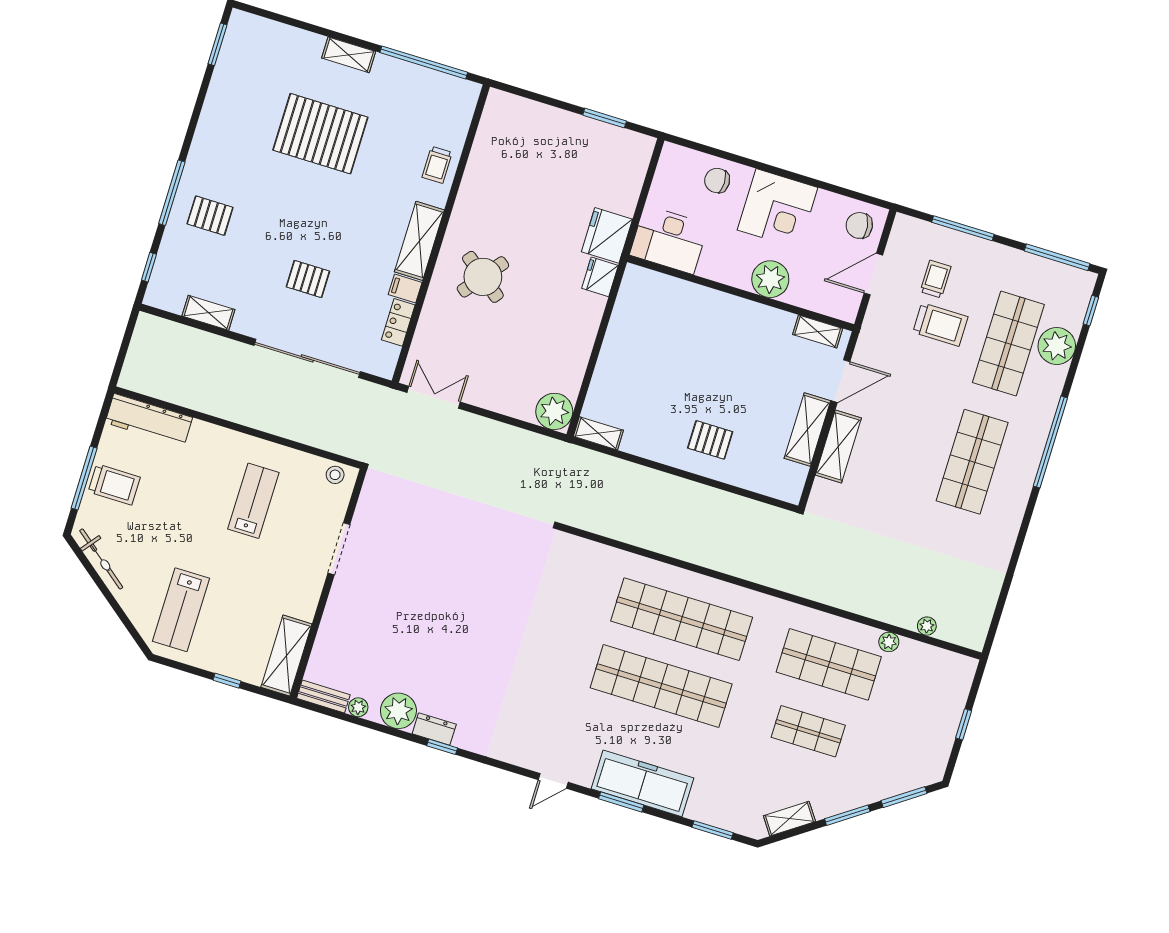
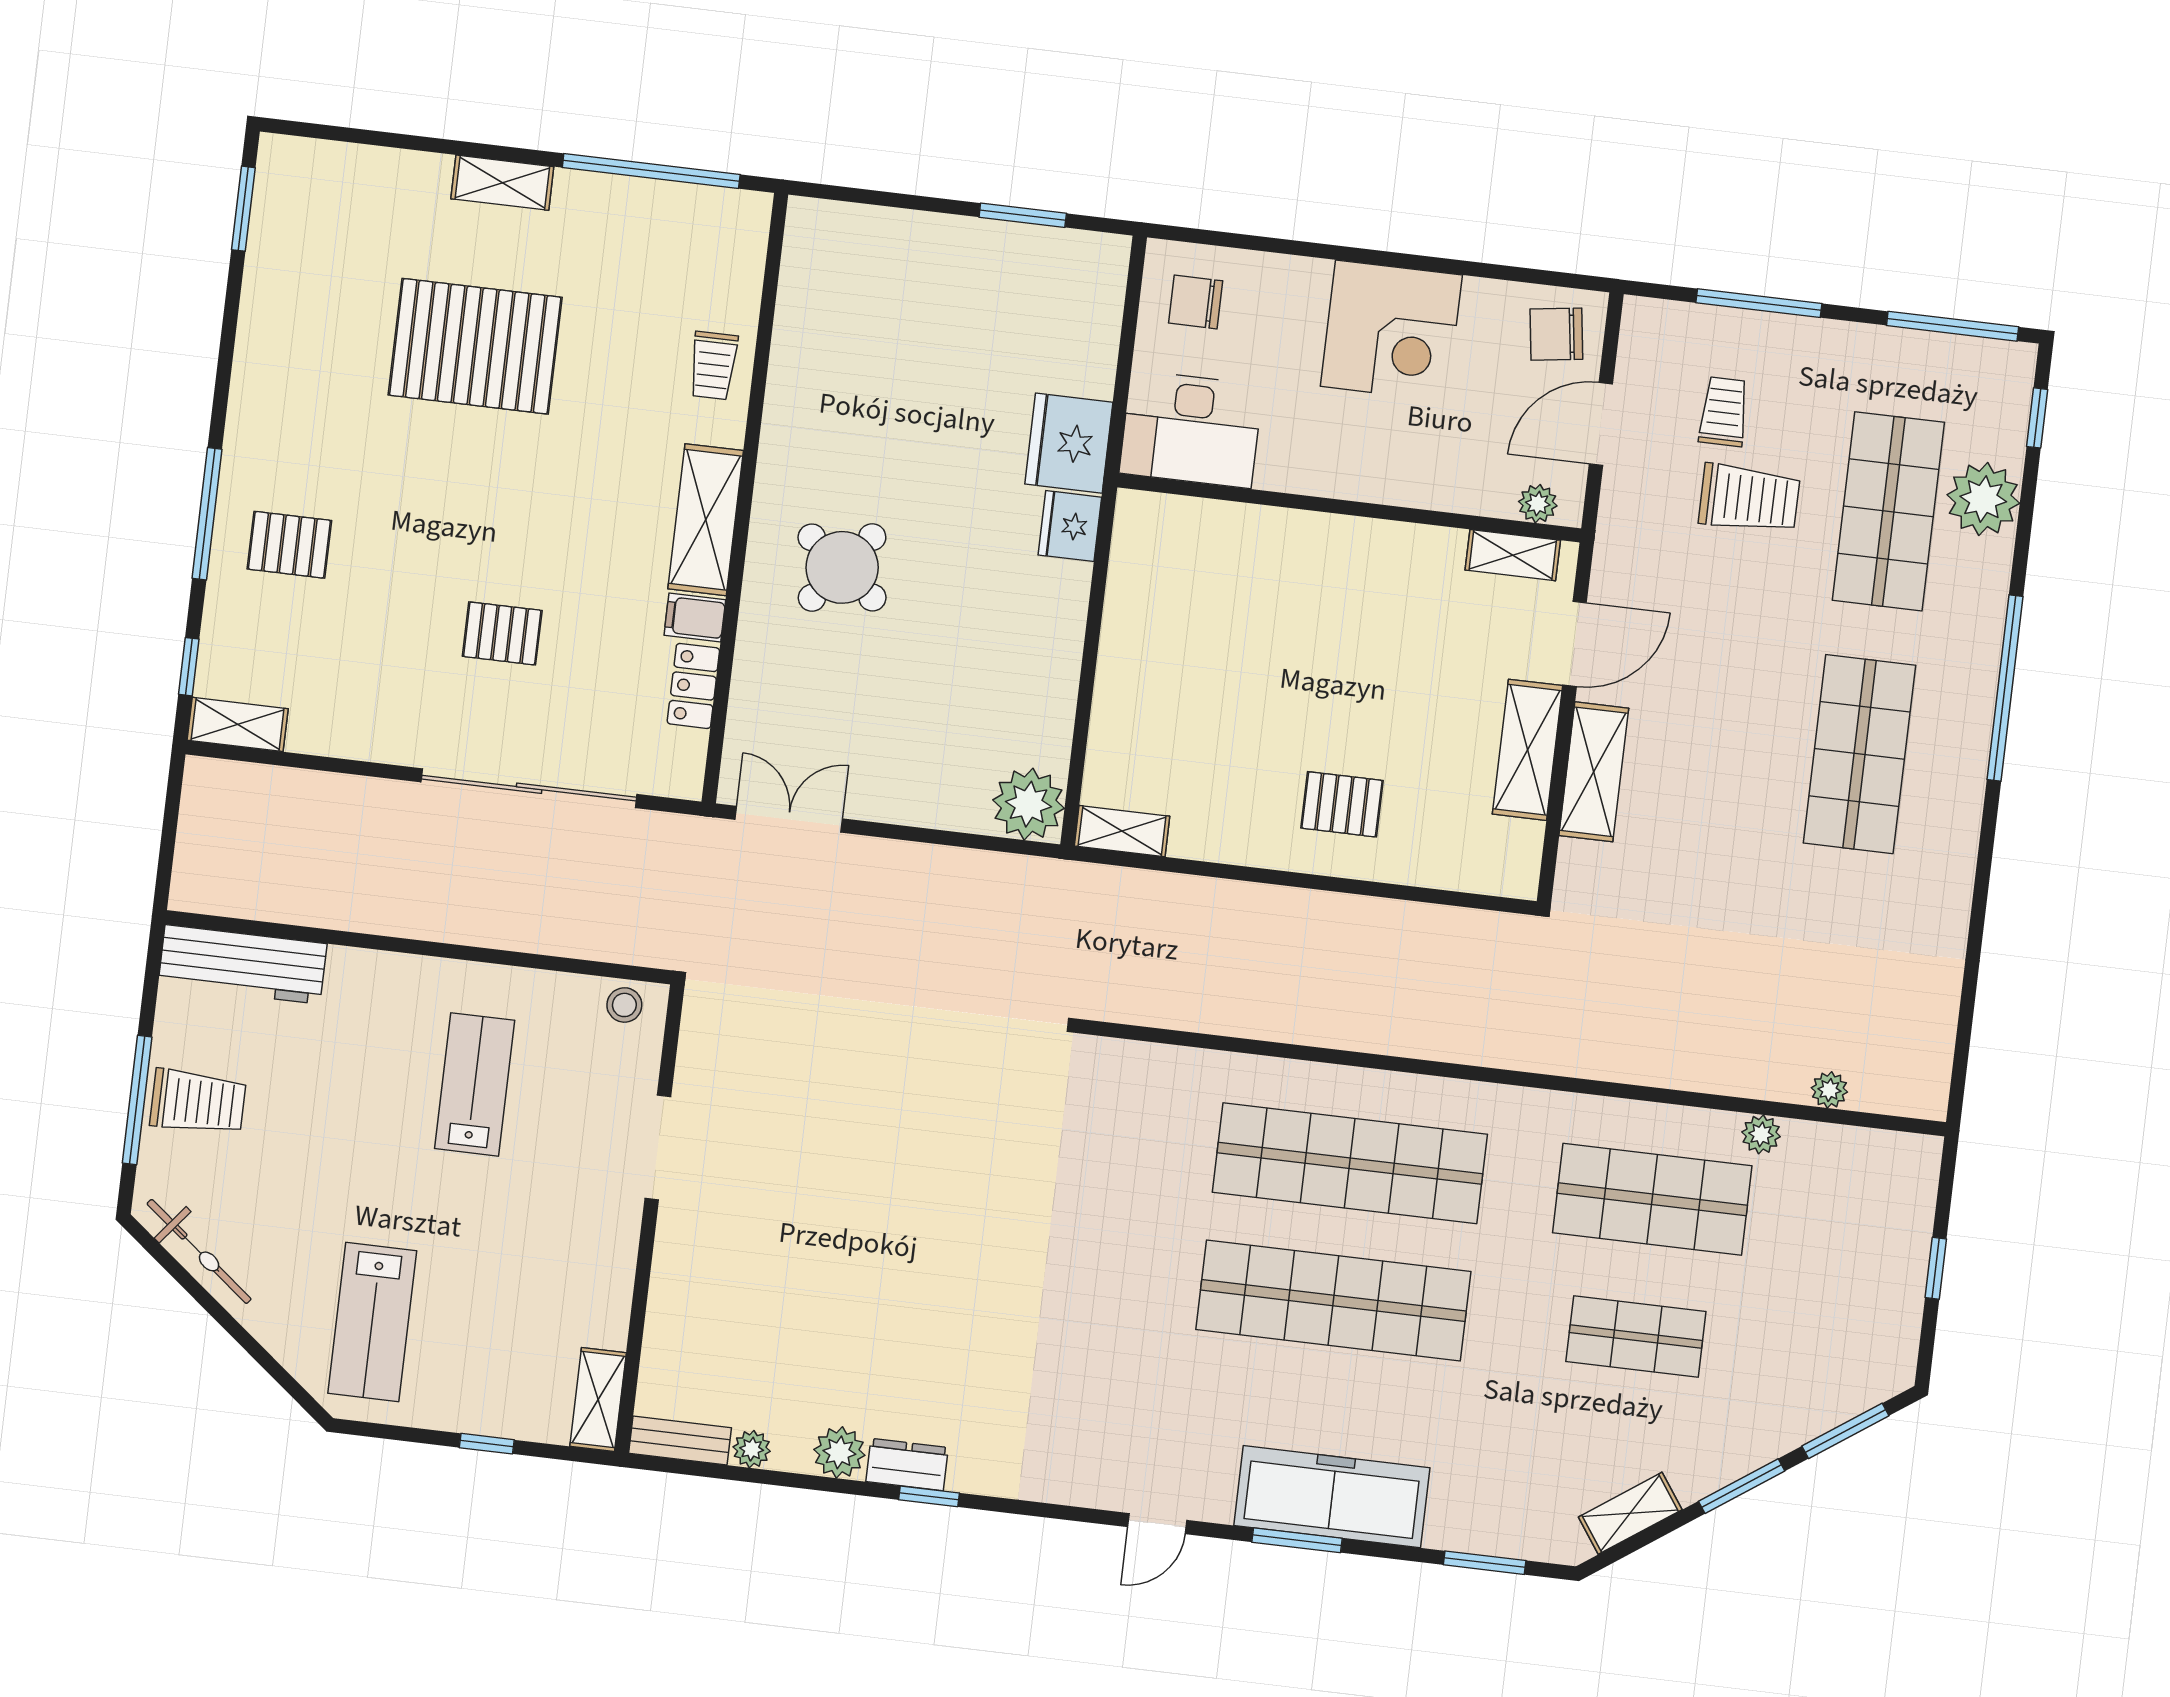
chair: (717, 180) -> (1196, 302), moved
plant: (770, 279) -> (1538, 504), moved, width x0.53, depth x0.53
shelving: (208, 313) -> (238, 724), moved
shelving: (286, 656) -> (598, 1400), width x0.67, depth x0.75
plant: (398, 711) -> (839, 1452), width x0.73, depth x0.73

